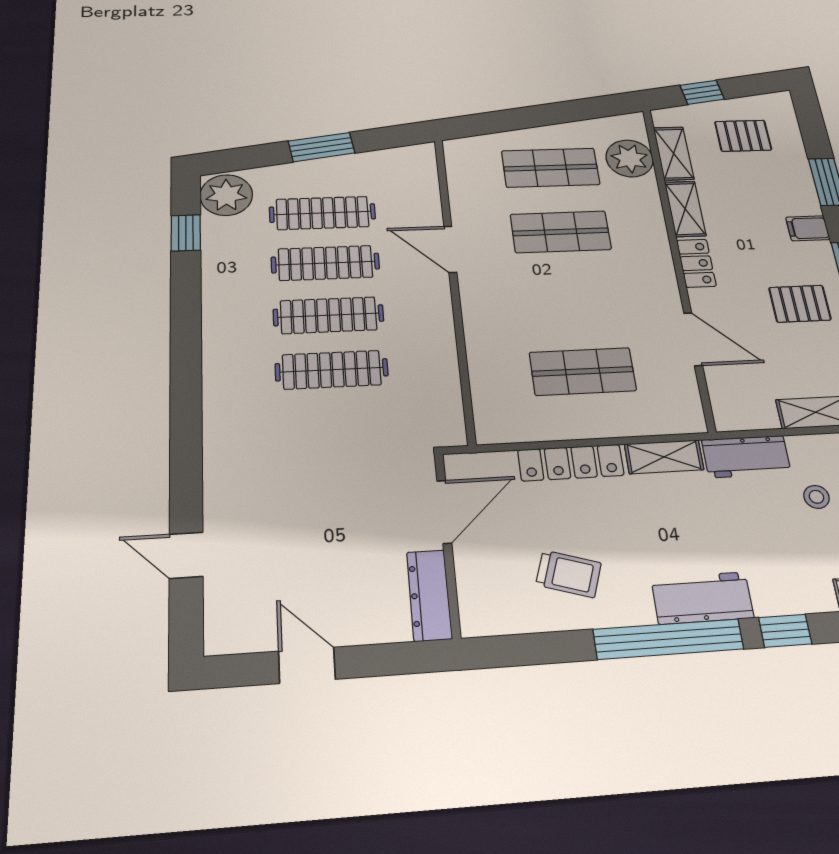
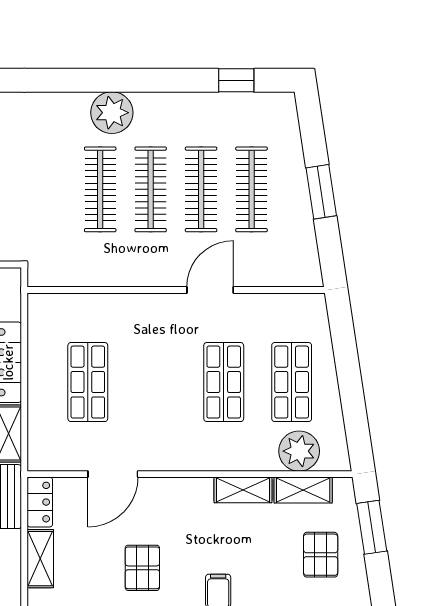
window: (702, 92) -> (372, 527), width x1.50
plant: (226, 195) -> (112, 113), moved
locker: (696, 263) -> (40, 502), moved, turned -90

